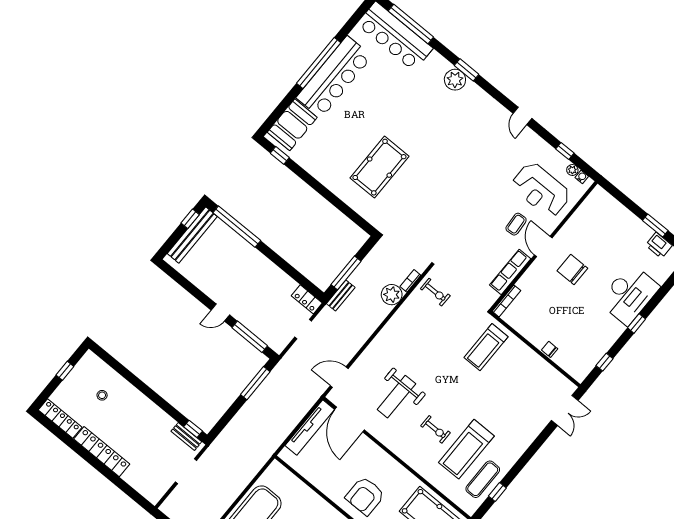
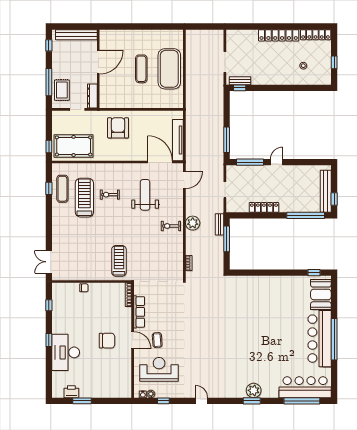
pool table: (379, 167) -> (255, 310), removed
exercise bike: (435, 292) -> (171, 226), moved
plant: (392, 295) -> (193, 223), moved
locker: (307, 299) -> (264, 207), moved, width x1.53

